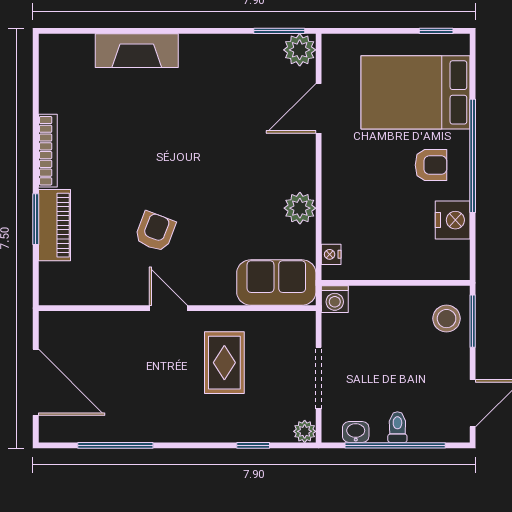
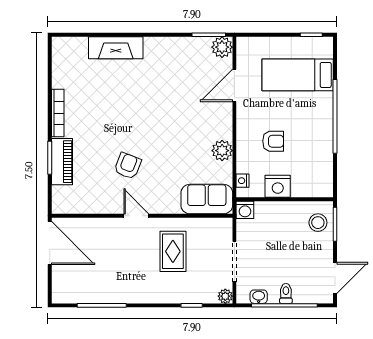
bed: (415, 92) -> (298, 75), width x0.67
armchair: (431, 165) -> (273, 141), moved
nightstand: (453, 220) -> (278, 186), moved, turned 90
door: (36, 382) -> (50, 243), moved

